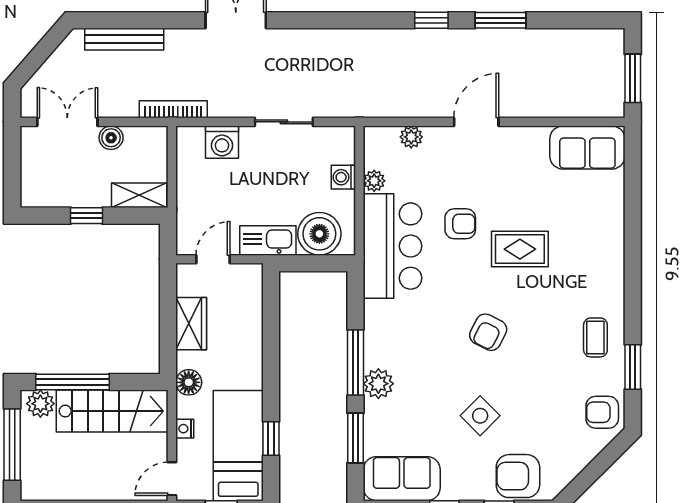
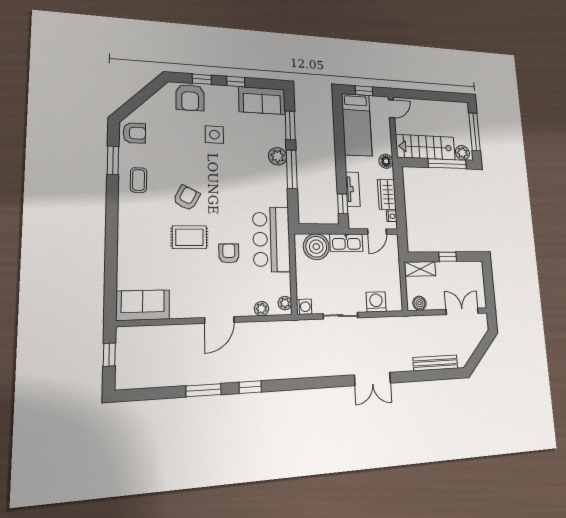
window: (633, 78) -> (109, 355), width x0.67
bookcase: (173, 109) -> (405, 321), removed
double door: (67, 122) -> (462, 311), swing flipped
boiler: (111, 138) -> (419, 303), moved
washing machine: (343, 177) -> (304, 307), moved
plant: (374, 181) -> (285, 303), moved
armchair: (460, 224) -> (229, 253), turned 90
tv unit: (252, 331) -> (353, 189), added
armchair: (488, 332) -> (187, 198), moved
side table: (480, 416) -> (214, 135), turned 45
nightstand: (185, 429) -> (392, 216), moved
window: (271, 439) -> (343, 204), moved
armchair: (518, 476) -> (190, 97), turned 90

